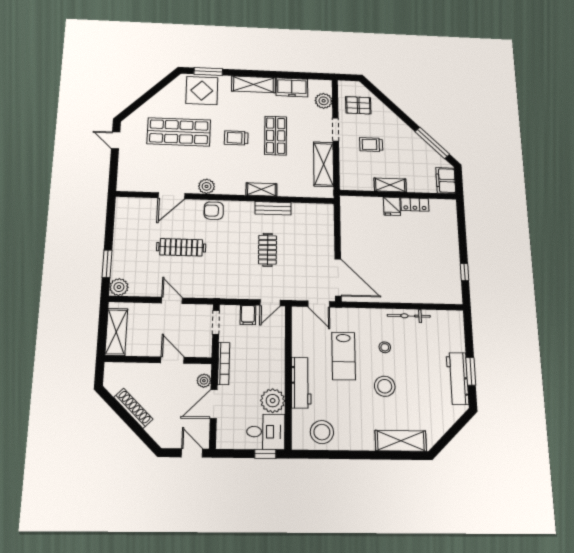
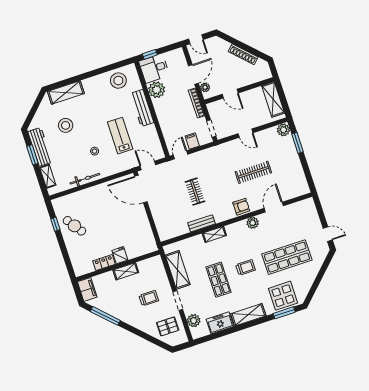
cafe table: (440, 262) -> (74, 226), added
shelving: (458, 336) -> (48, 176), added
stool: (385, 386) -> (66, 125), moved

